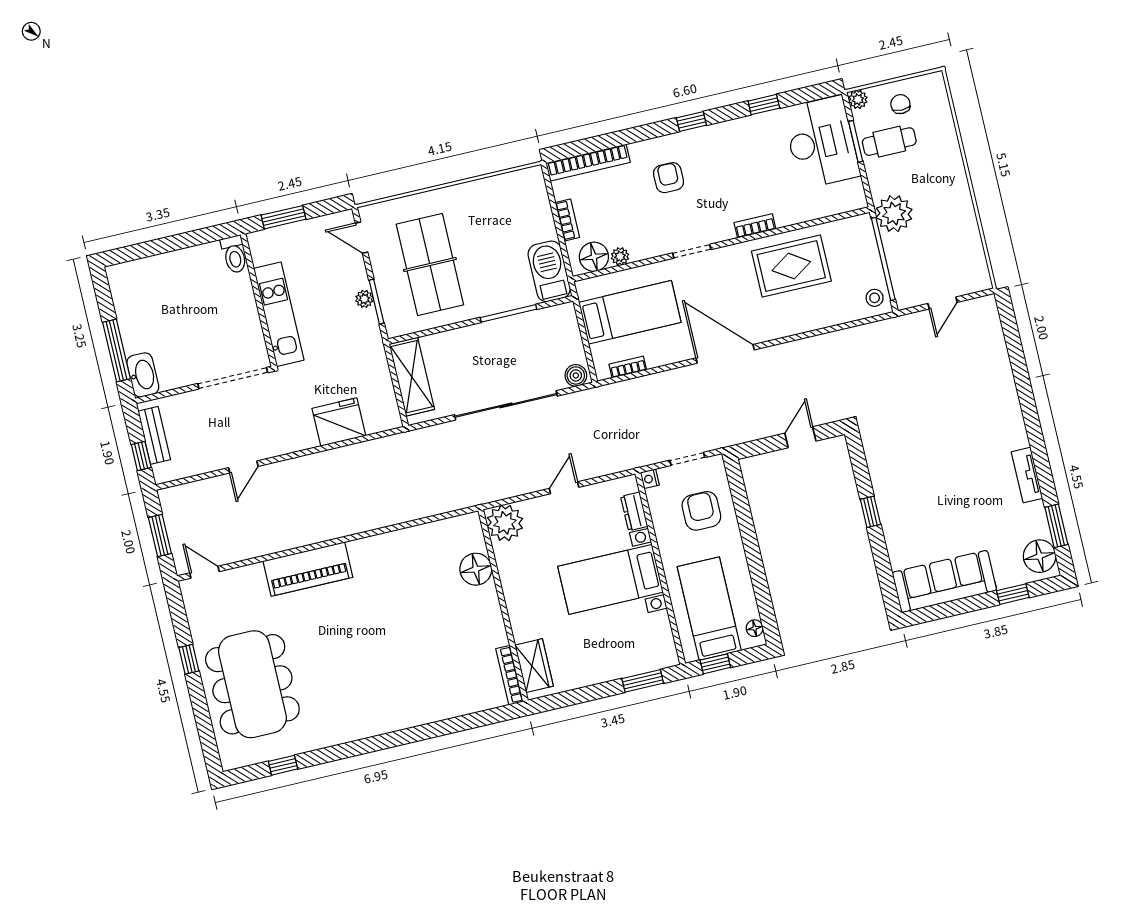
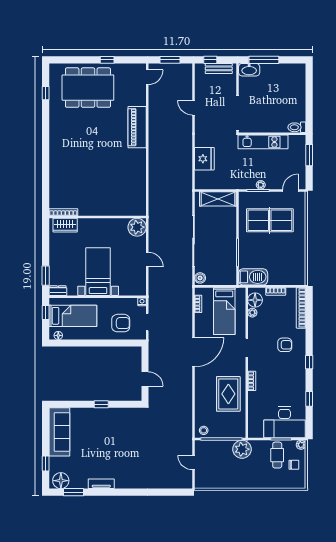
dresser: (634, 511) -> (58, 291), moved
floor lamp: (476, 569) -> (118, 208), removed

